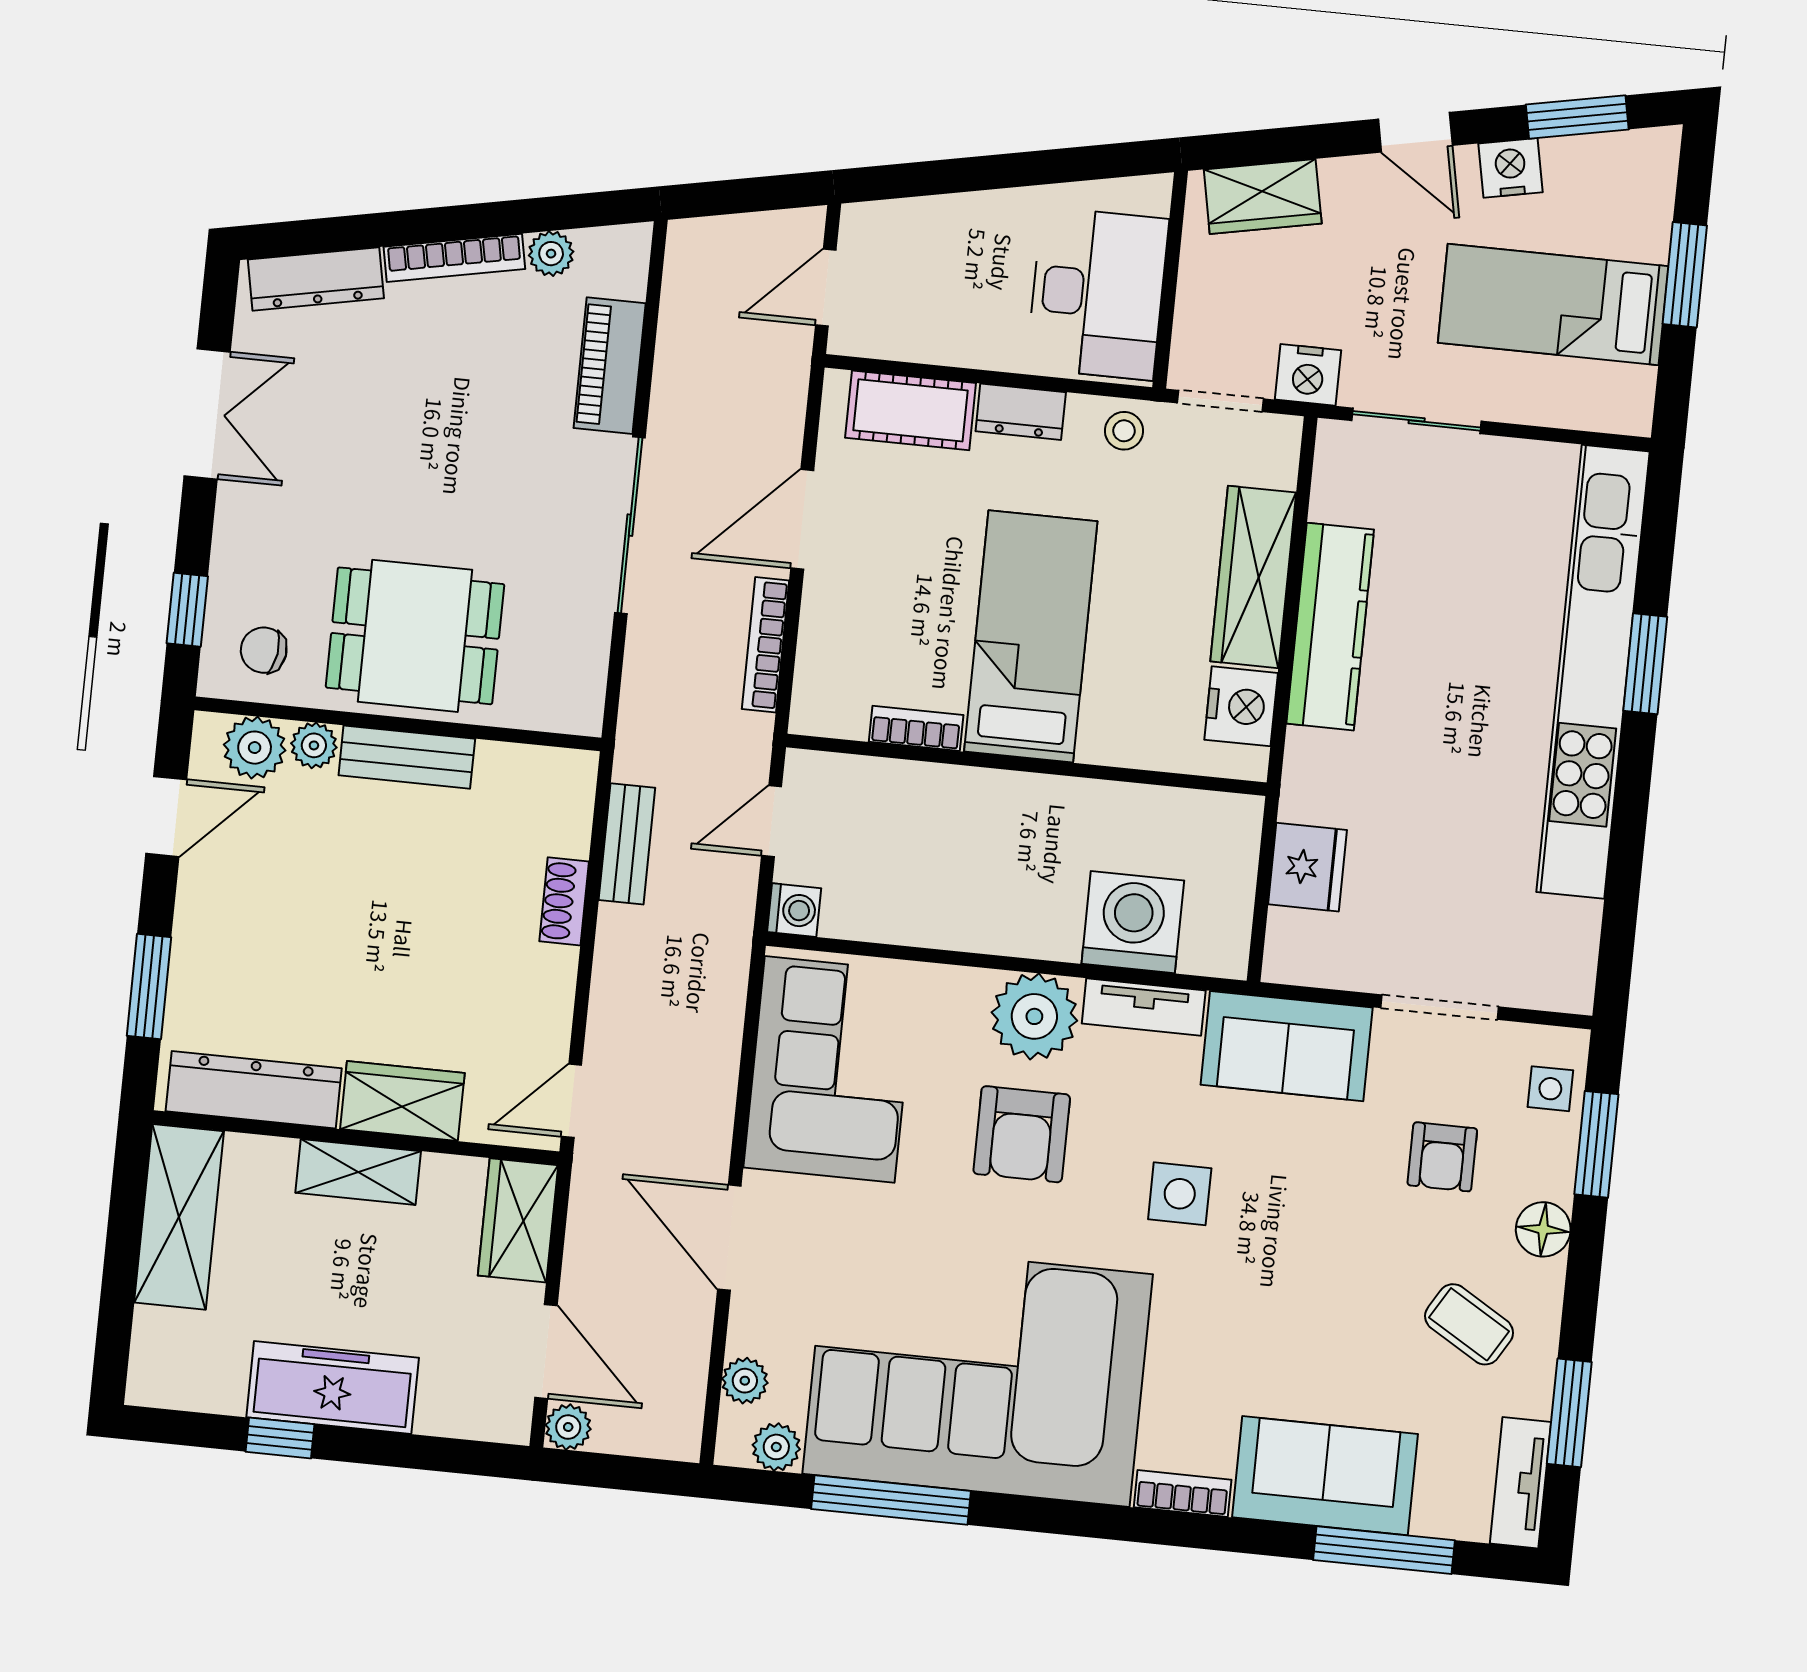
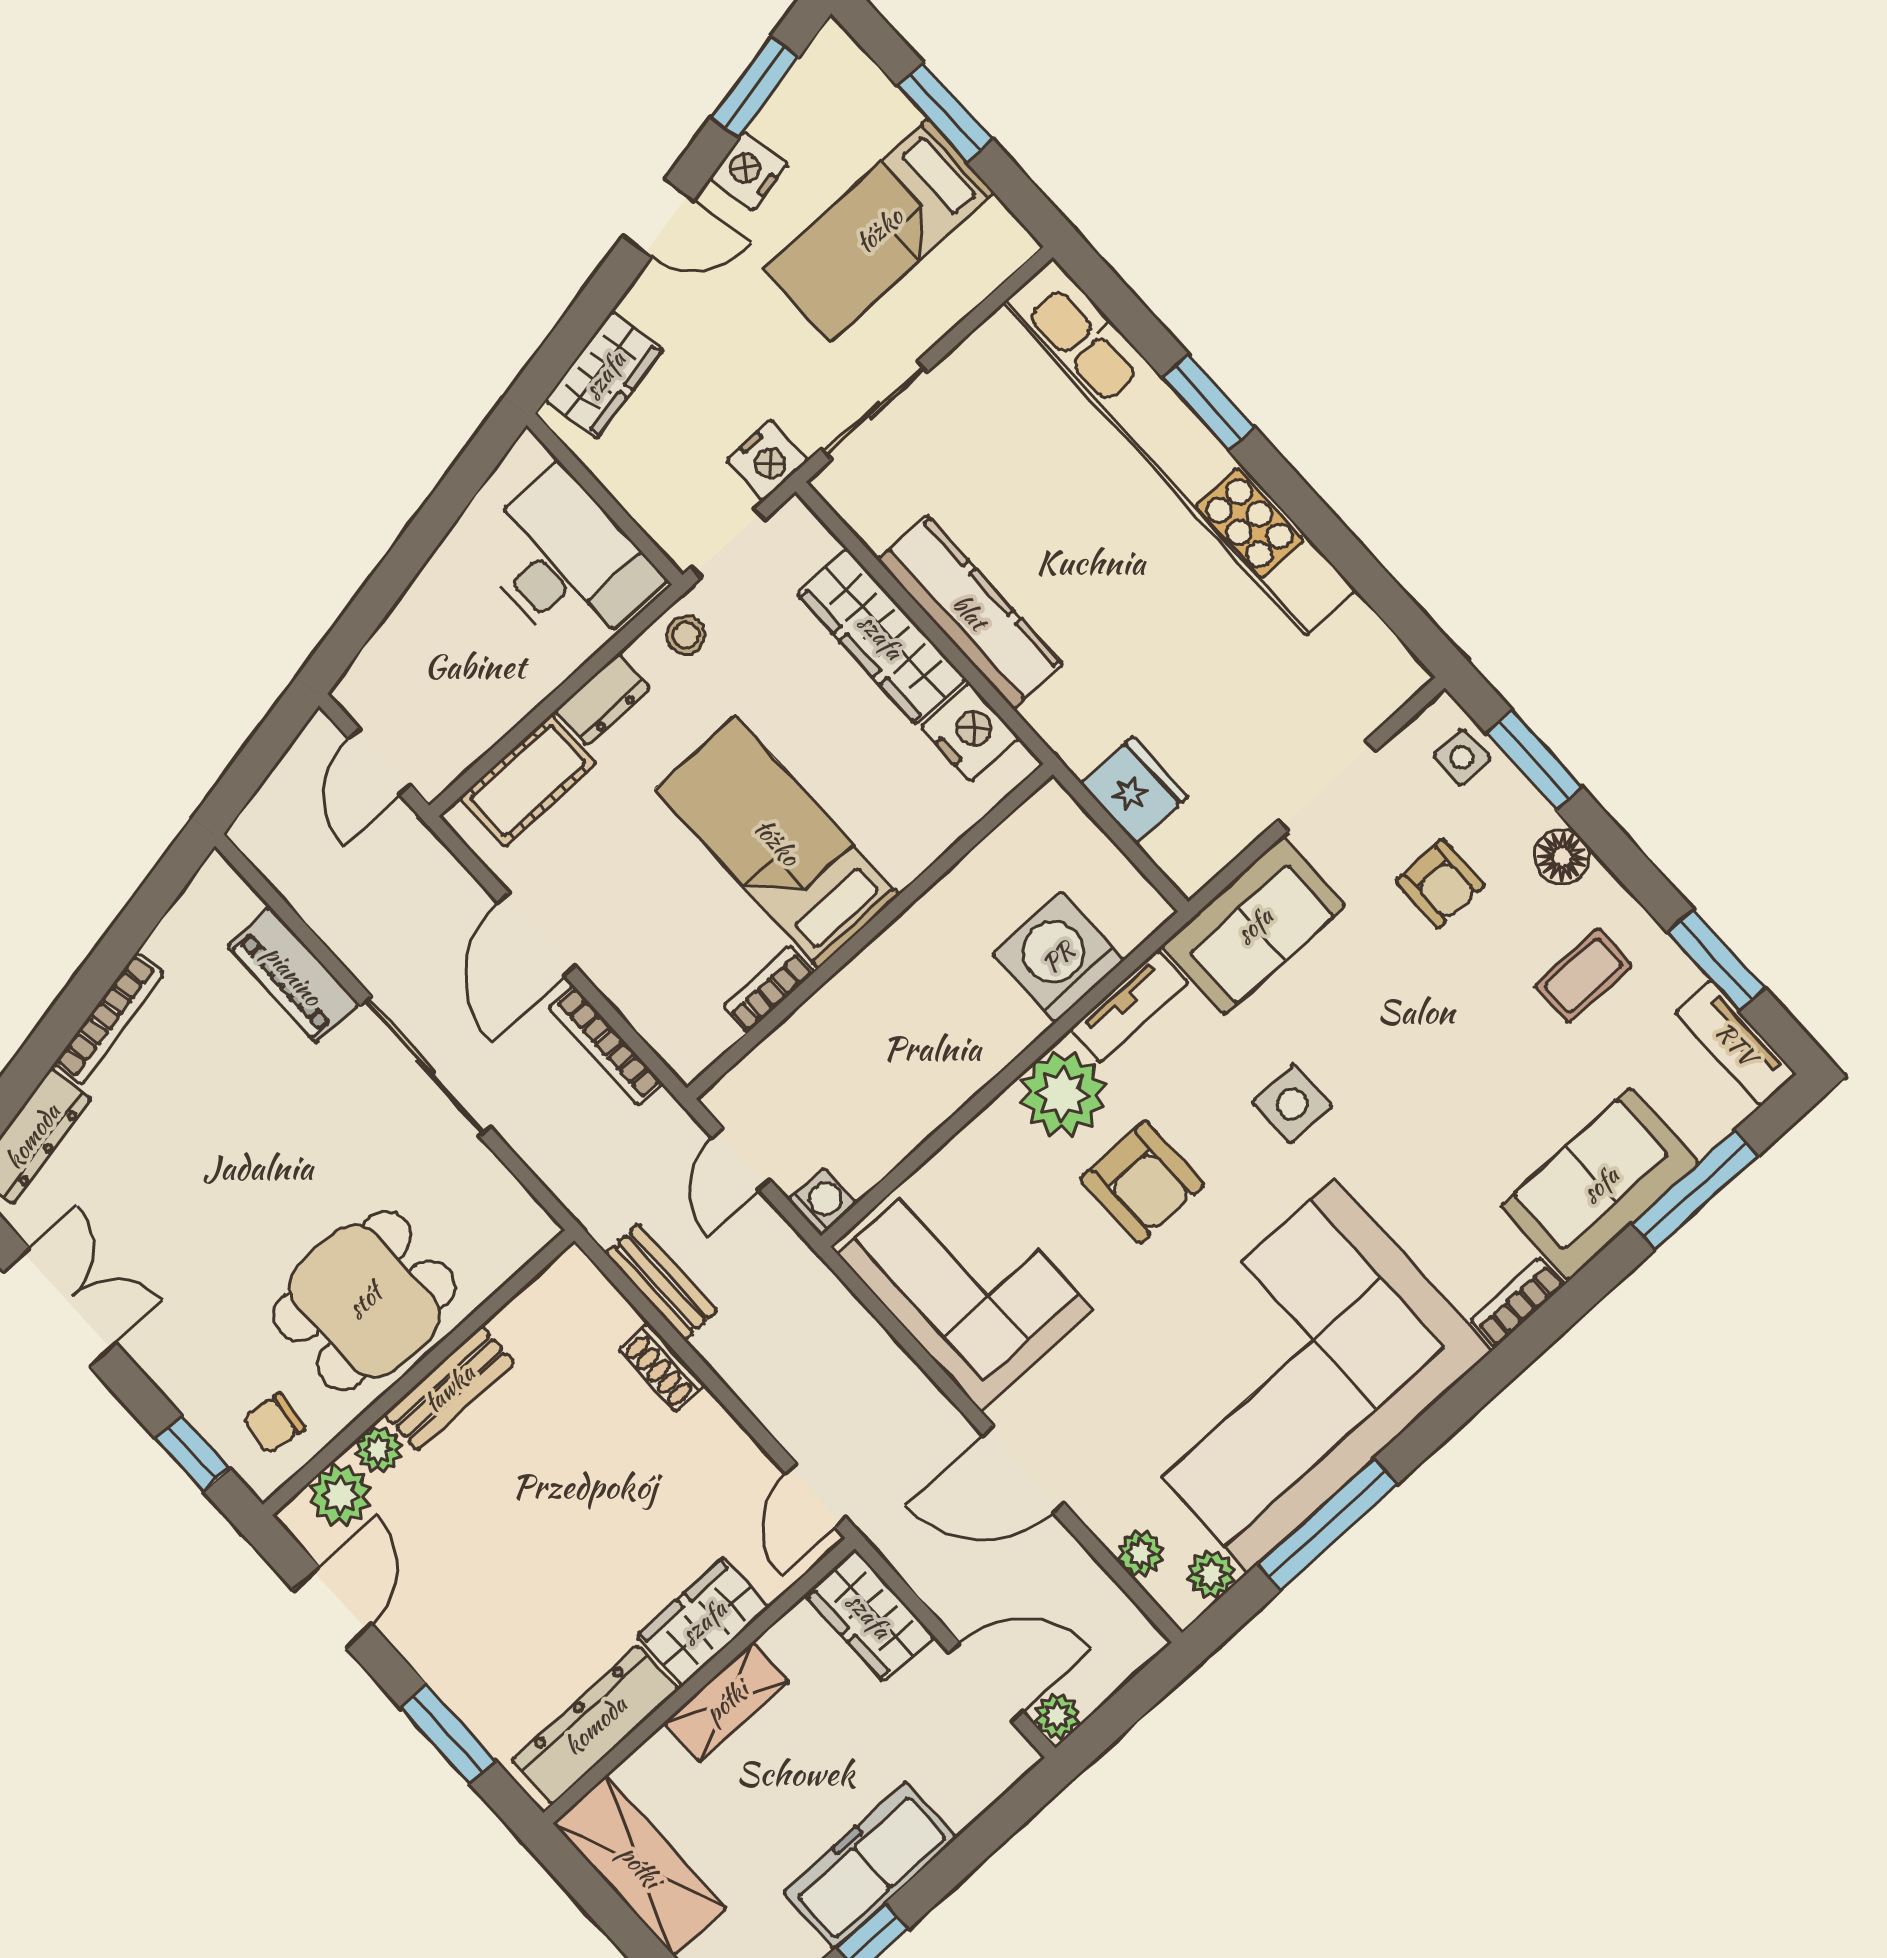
plant: (551, 254) -> (170, 944), removed
coffee table: (1469, 1324) -> (1583, 976), turned -31

